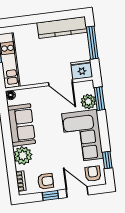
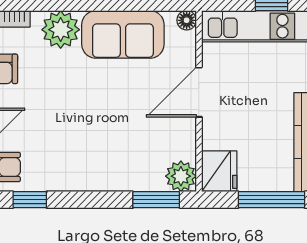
door: (61, 83) -> (199, 92), moved
plant: (88, 102) -> (181, 176), moved
corner sofa: (82, 136) -> (85, 155), removed

